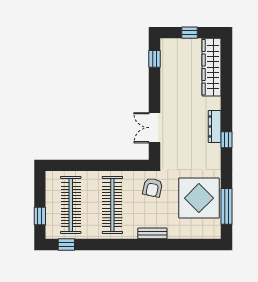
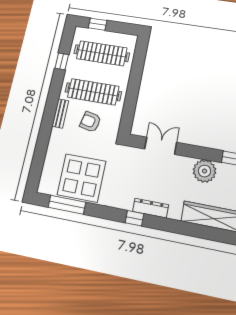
plant: (171, 82) -> (204, 171), added
armchair: (153, 187) -> (90, 122), moved
bench: (152, 233) -> (60, 113), moved
window: (66, 244) -> (62, 61), moved

